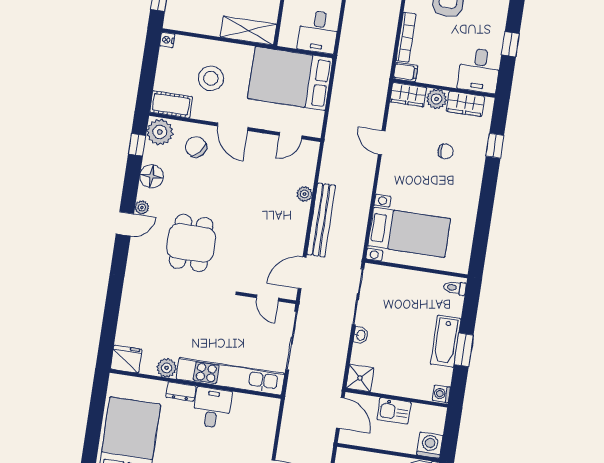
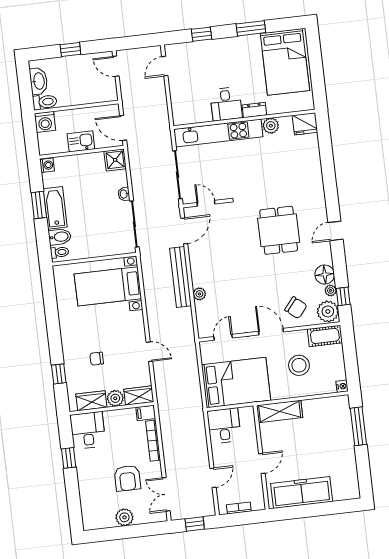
plant: (142, 207) -> (331, 290), moved
bidet: (450, 306) -> (60, 237), added

